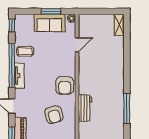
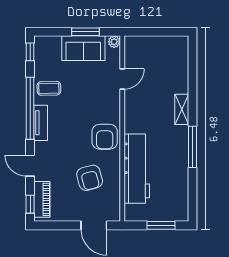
shelving: (119, 25) -> (182, 109), moved
workbench: (85, 108) -> (137, 169), width x1.88, depth x1.32
window: (127, 109) -> (193, 147), moved

